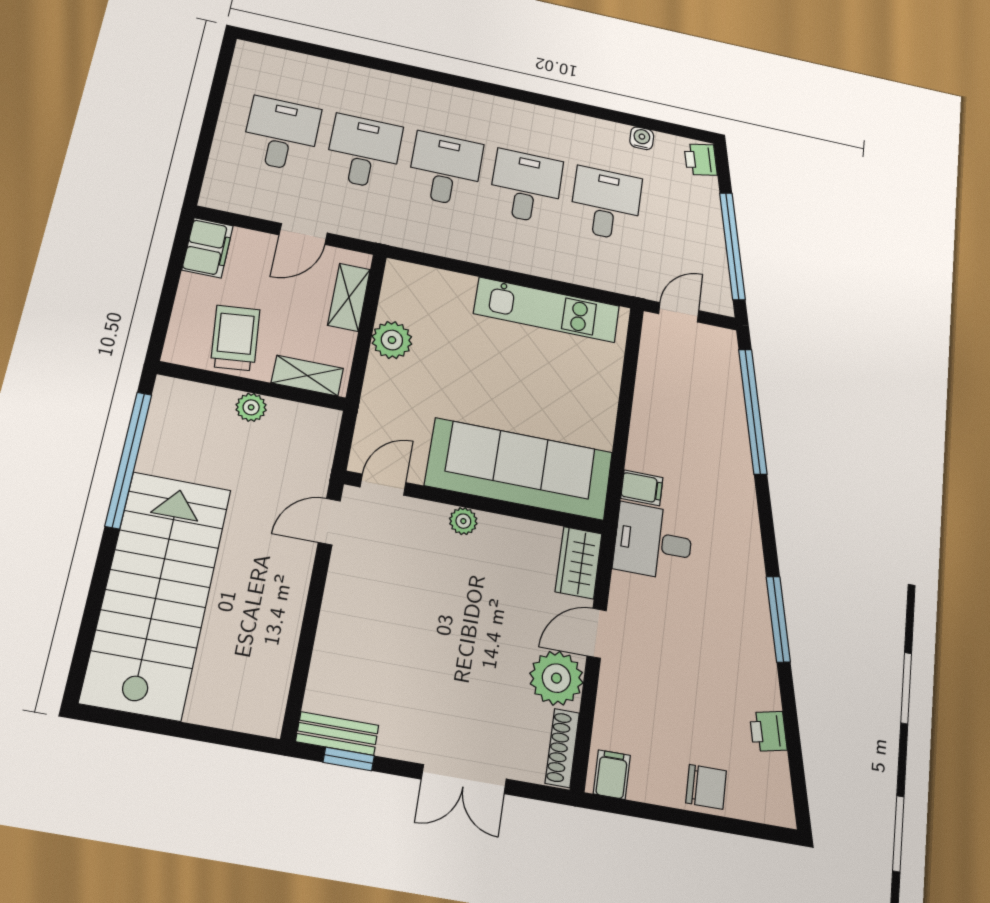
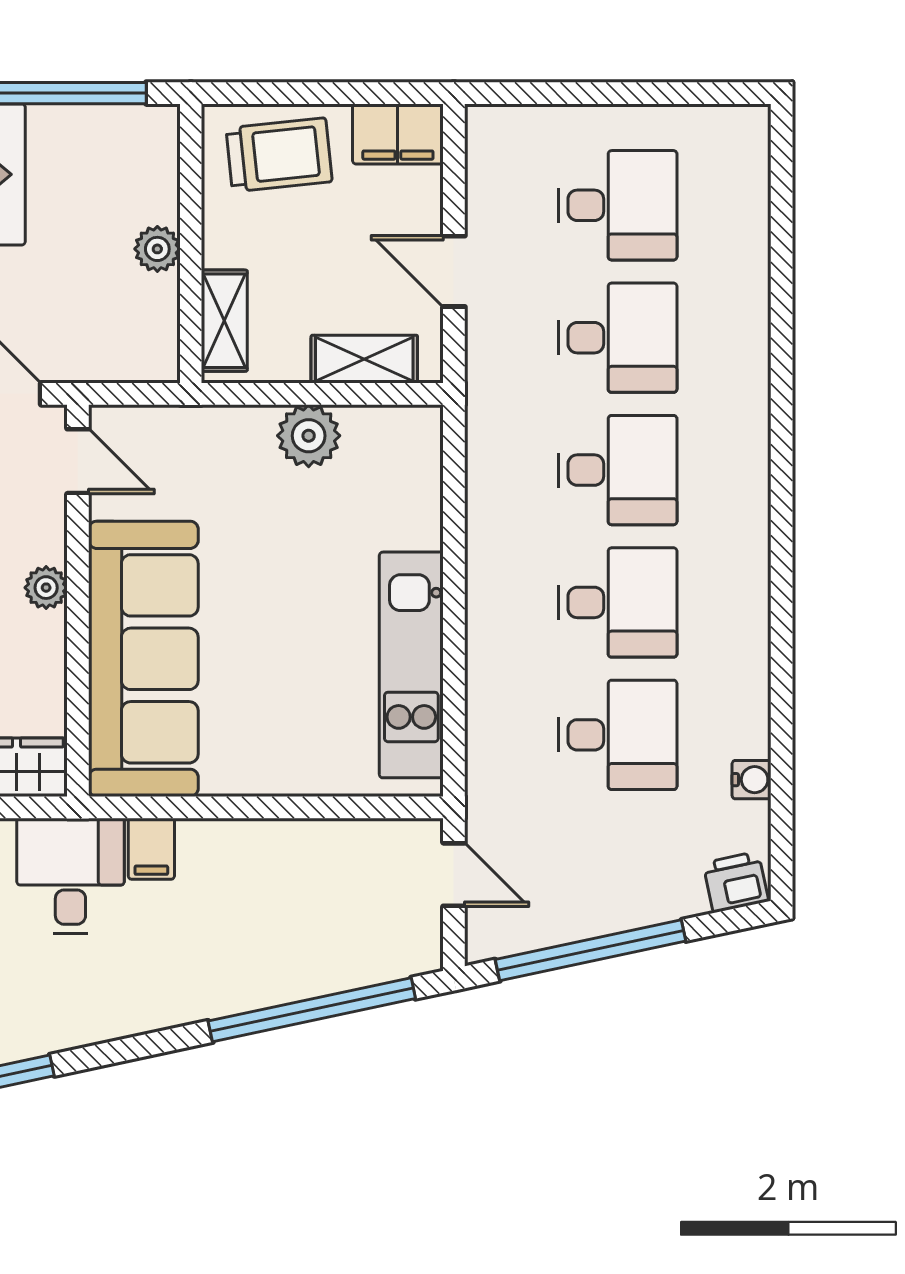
trolley: (235, 338) -> (279, 155), moved

